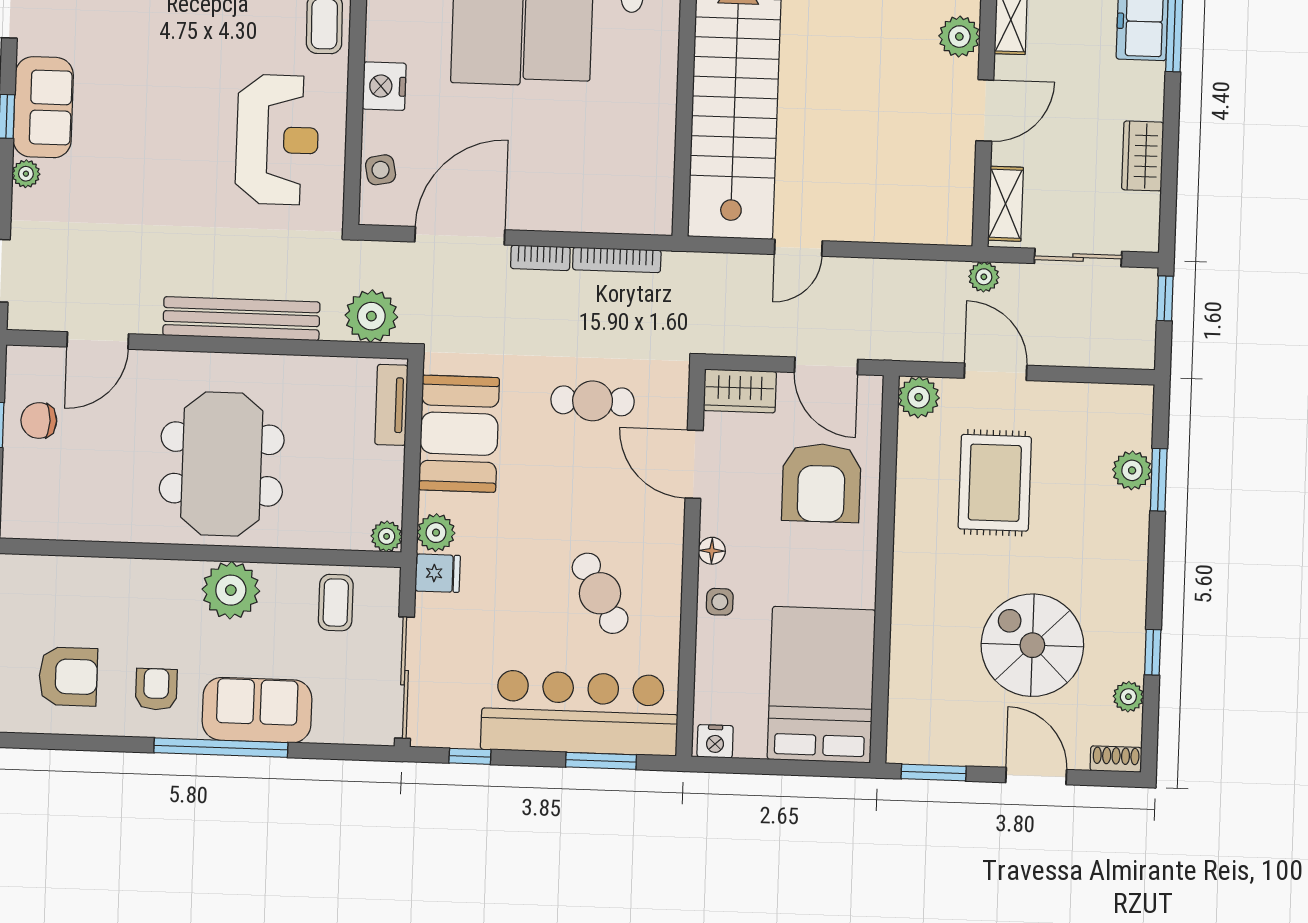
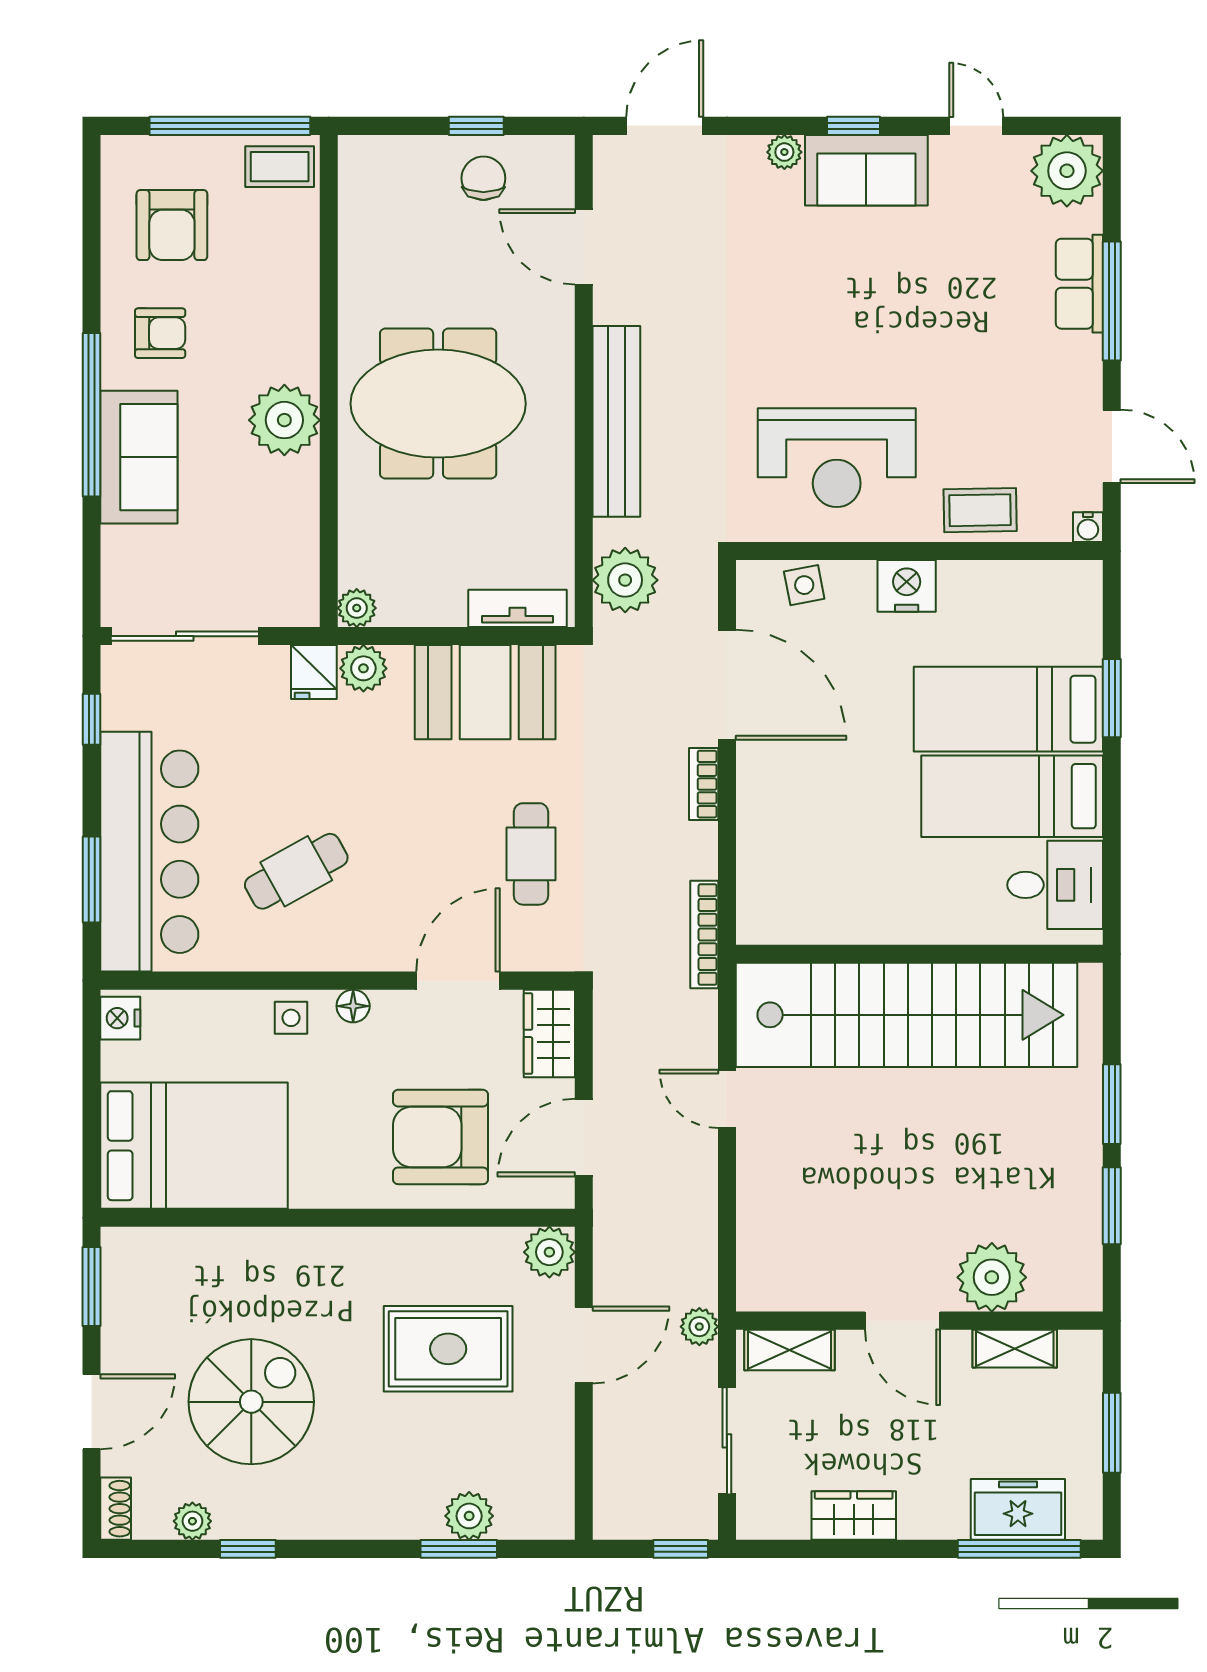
plant: (959, 37) -> (992, 1277), width x1.36, depth x1.36
bookcase: (617, 260) -> (704, 935), moved
coffee table: (336, 603) -> (280, 167), moved

